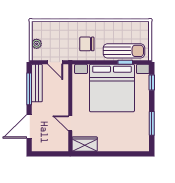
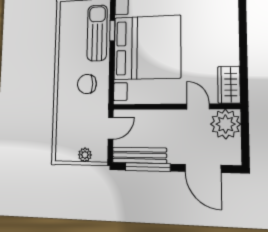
chair: (87, 44) -> (87, 84), turned 90
door: (70, 123) -> (198, 106), swing flipped
plant: (58, 142) -> (226, 124), added

